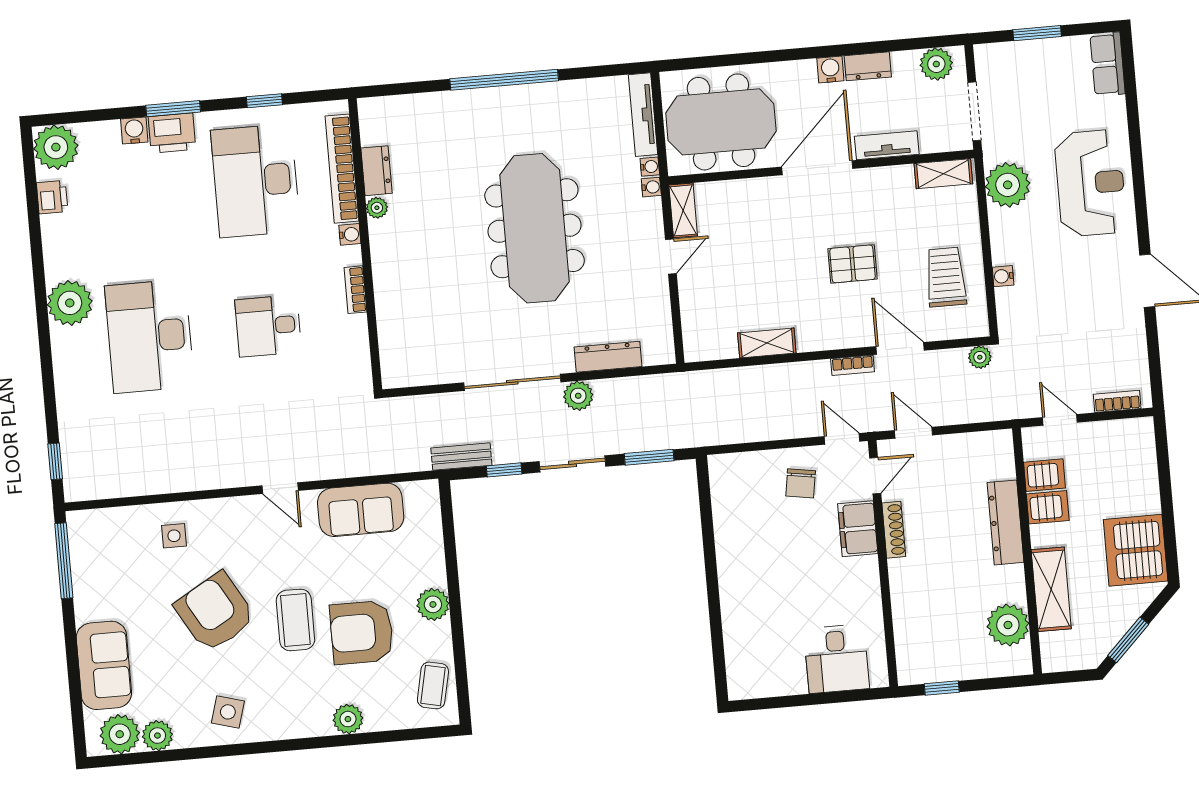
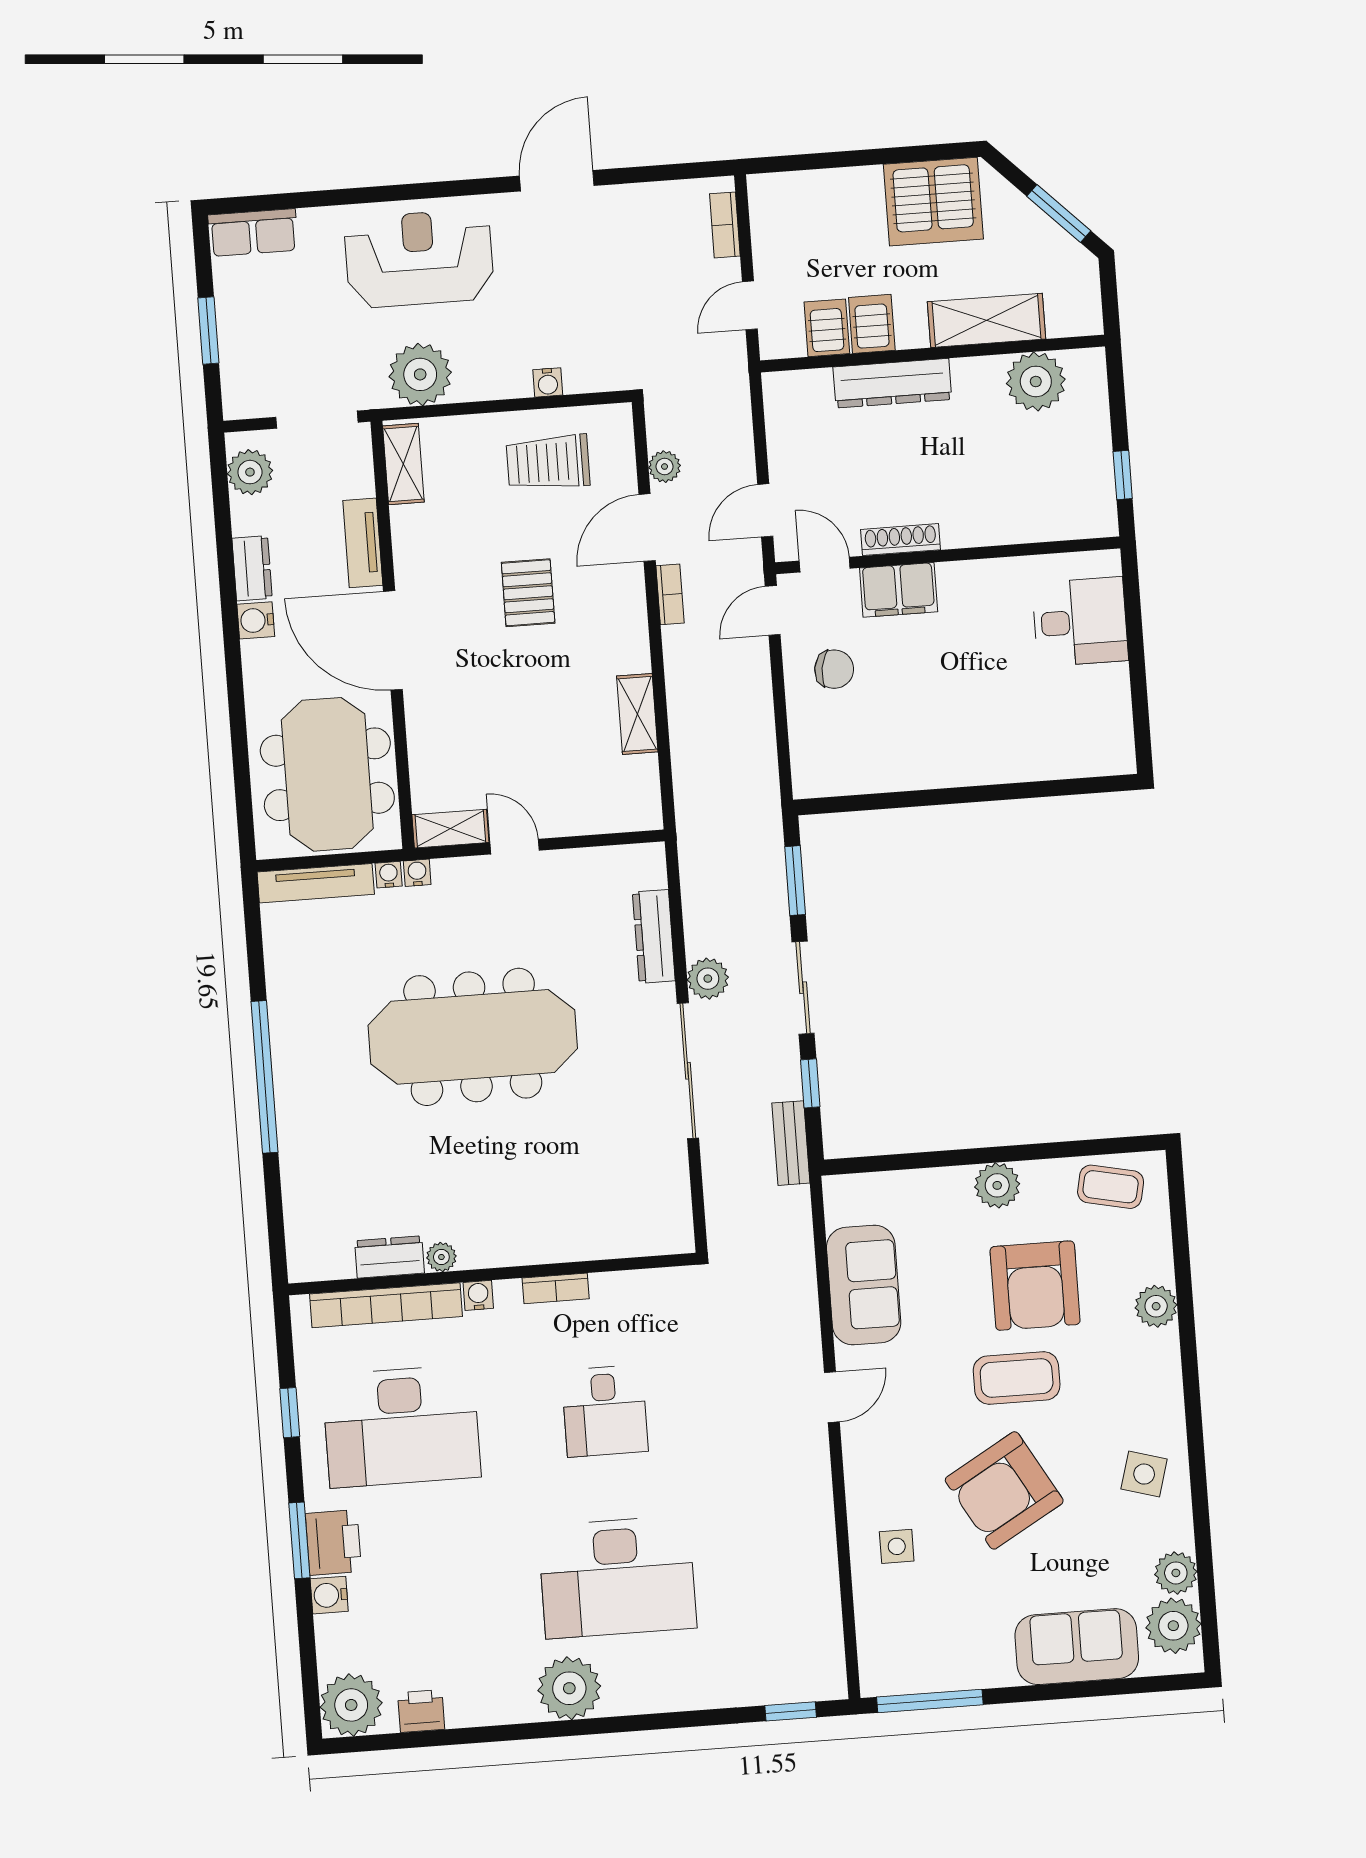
plant: (980, 357) -> (665, 467), moved

